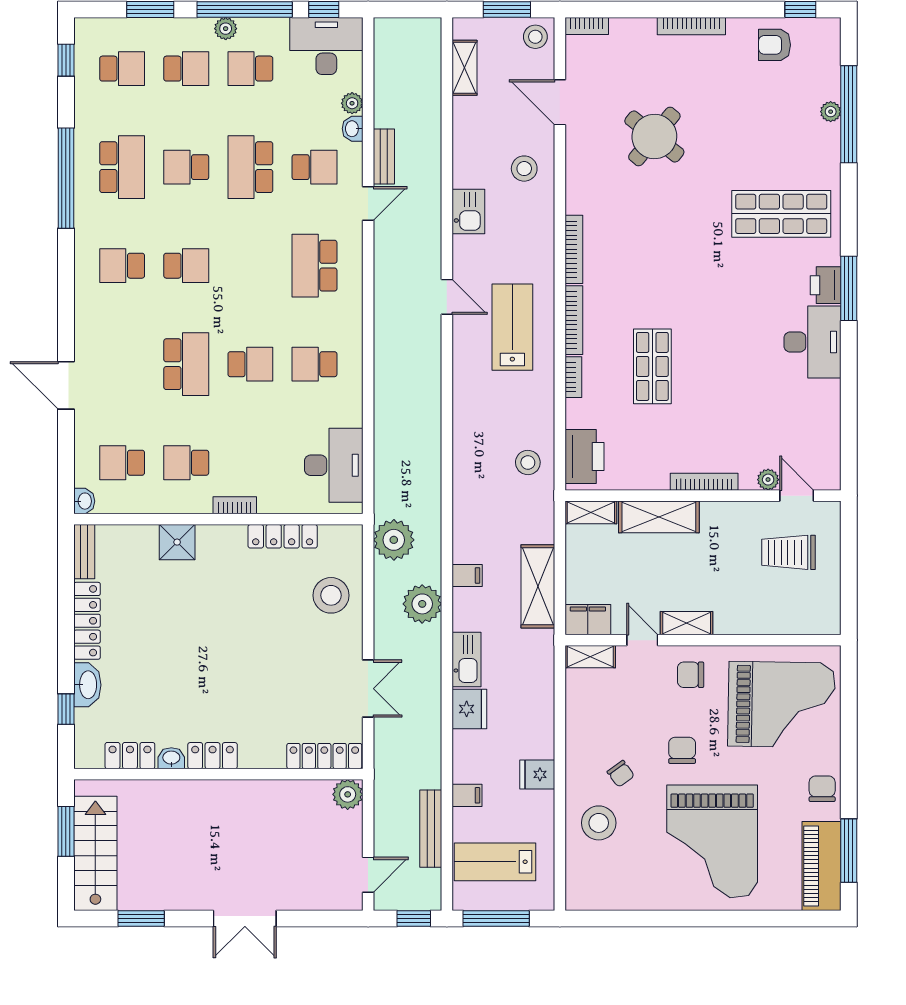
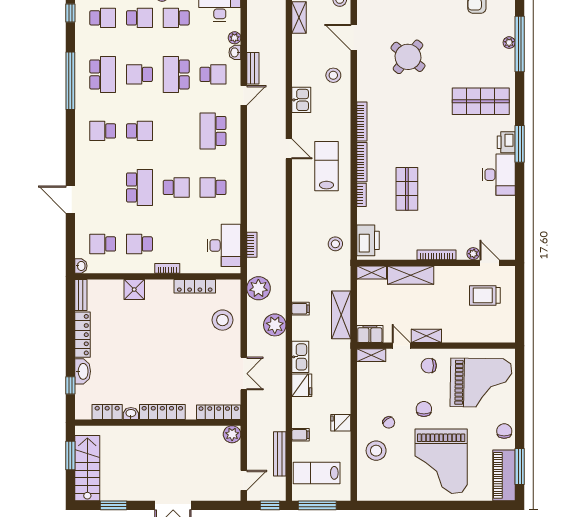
bookcase: (382, 464) -> (252, 245), added
locker: (213, 756) -> (162, 412), width x1.53

